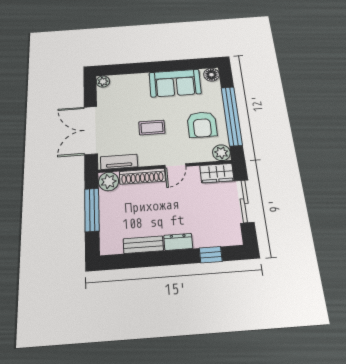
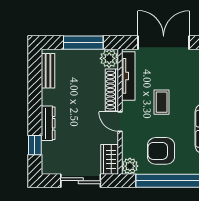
tv unit: (119, 162) -> (128, 76), width x1.41
dresser: (178, 242) -> (48, 123), width x1.44
bench: (143, 245) -> (48, 71), moved

